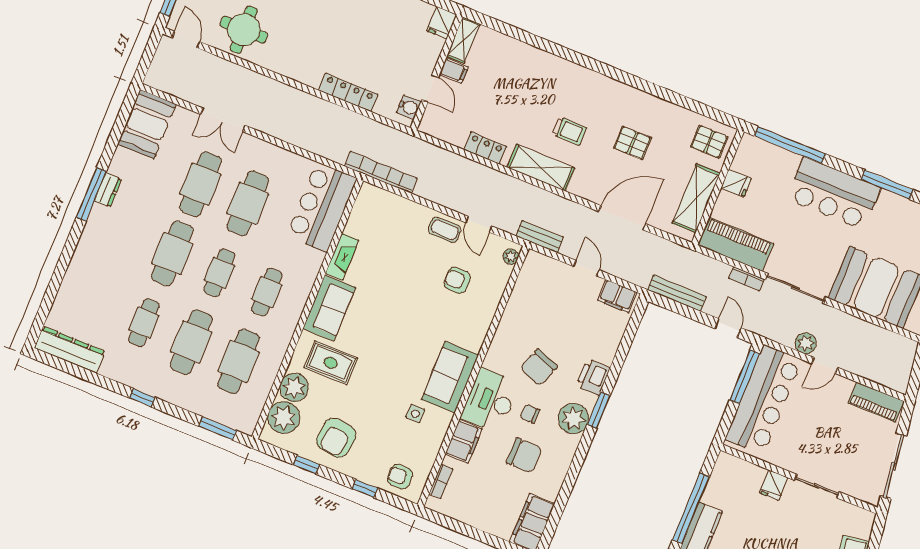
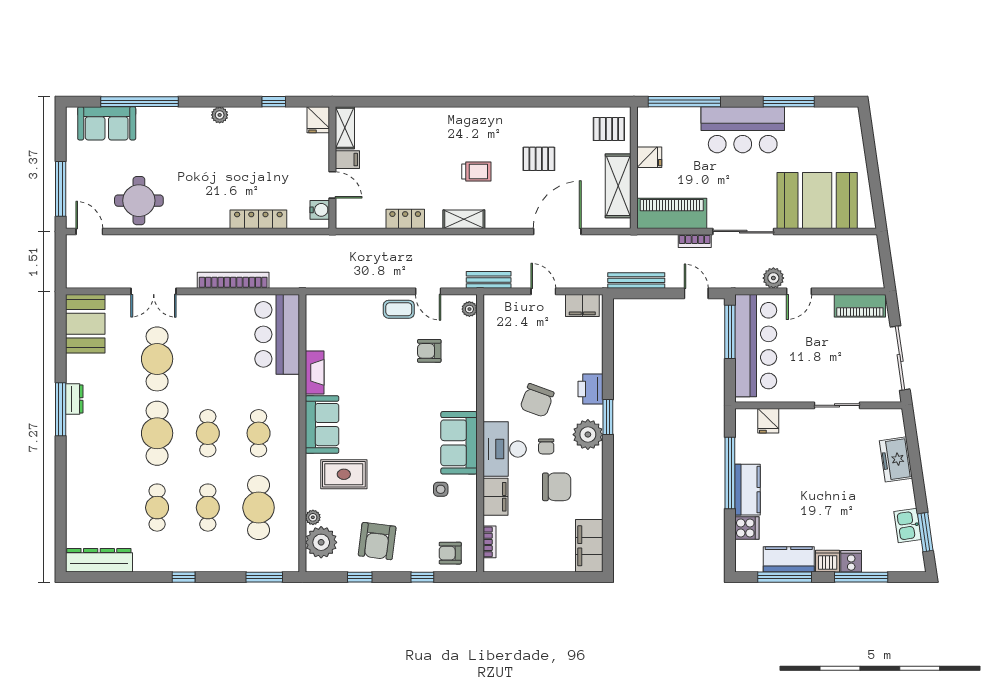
shelving: (541, 168) -> (464, 219), width x0.67, depth x0.75
bookcase: (381, 172) -> (233, 280), moved
cafe table: (248, 203) -> (208, 359), removed
cafe table: (191, 342) -> (208, 508), width x0.73, depth x0.74
plant: (294, 387) -> (313, 517), width x0.53, depth x0.53
chair: (530, 414) -> (546, 446), turned -90
fridge: (774, 485) -> (768, 421), moved

